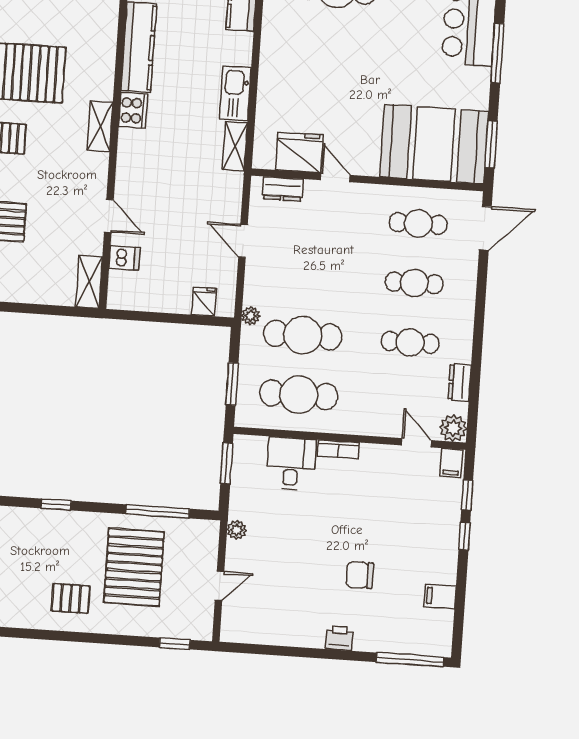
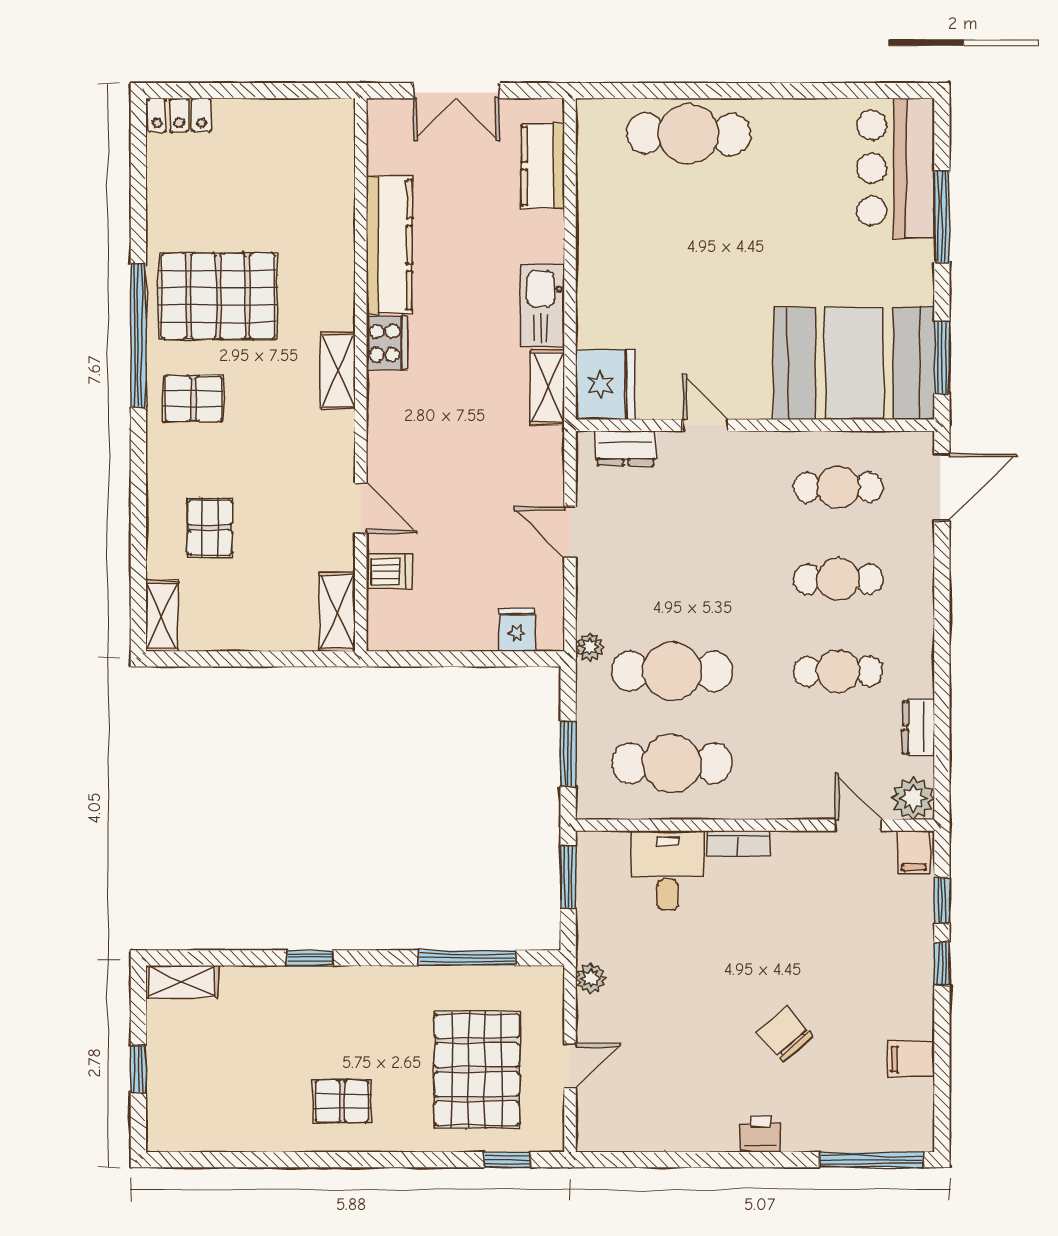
fridge: (299, 152) -> (605, 385), moved, turned 90
pallet: (134, 567) -> (477, 1070), moved
chair: (360, 575) -> (785, 1035), turned 49

